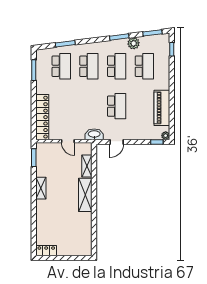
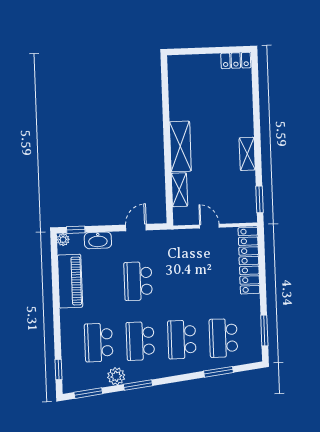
washbasin: (94, 134) -> (98, 240), moved

